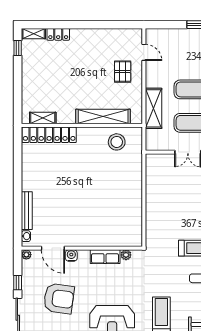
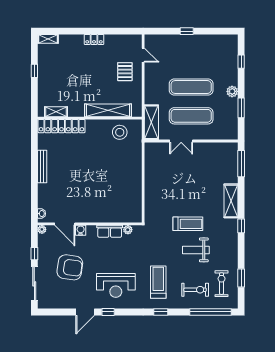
locker: (58, 34) -> (94, 39), moved
window: (18, 48) -> (34, 71), moved
shelving: (153, 108) -> (151, 122), moved
bench: (27, 211) -> (42, 167), moved

